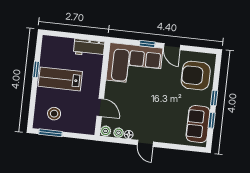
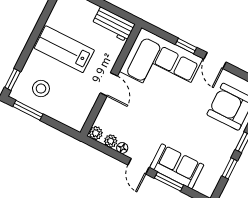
window: (36, 69) -> (13, 80), moved
door: (100, 107) -> (109, 84), moved
sofa: (198, 124) -> (177, 166), moved, turned 90
window: (171, 146) -> (169, 182), added

